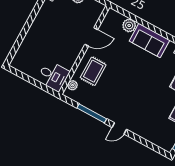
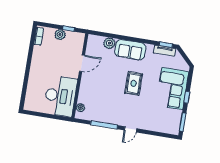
rug: (93, 71) -> (134, 83), moved
desk: (53, 76) -> (60, 96), width x1.87, depth x1.30

